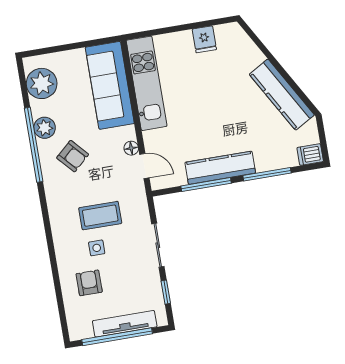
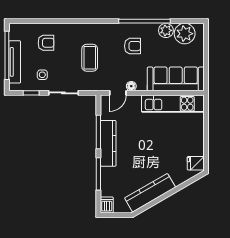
fridge: (204, 39) -> (196, 163), moved
plant: (45, 128) -> (166, 30), moved
armchair: (73, 156) -> (133, 46), turned -138
side table: (97, 248) -> (42, 75), moved

